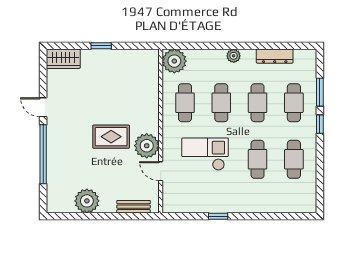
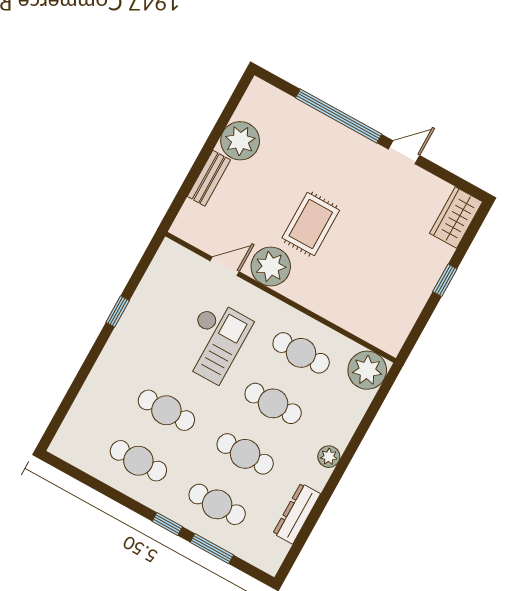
bench: (134, 207) -> (209, 178), moved

